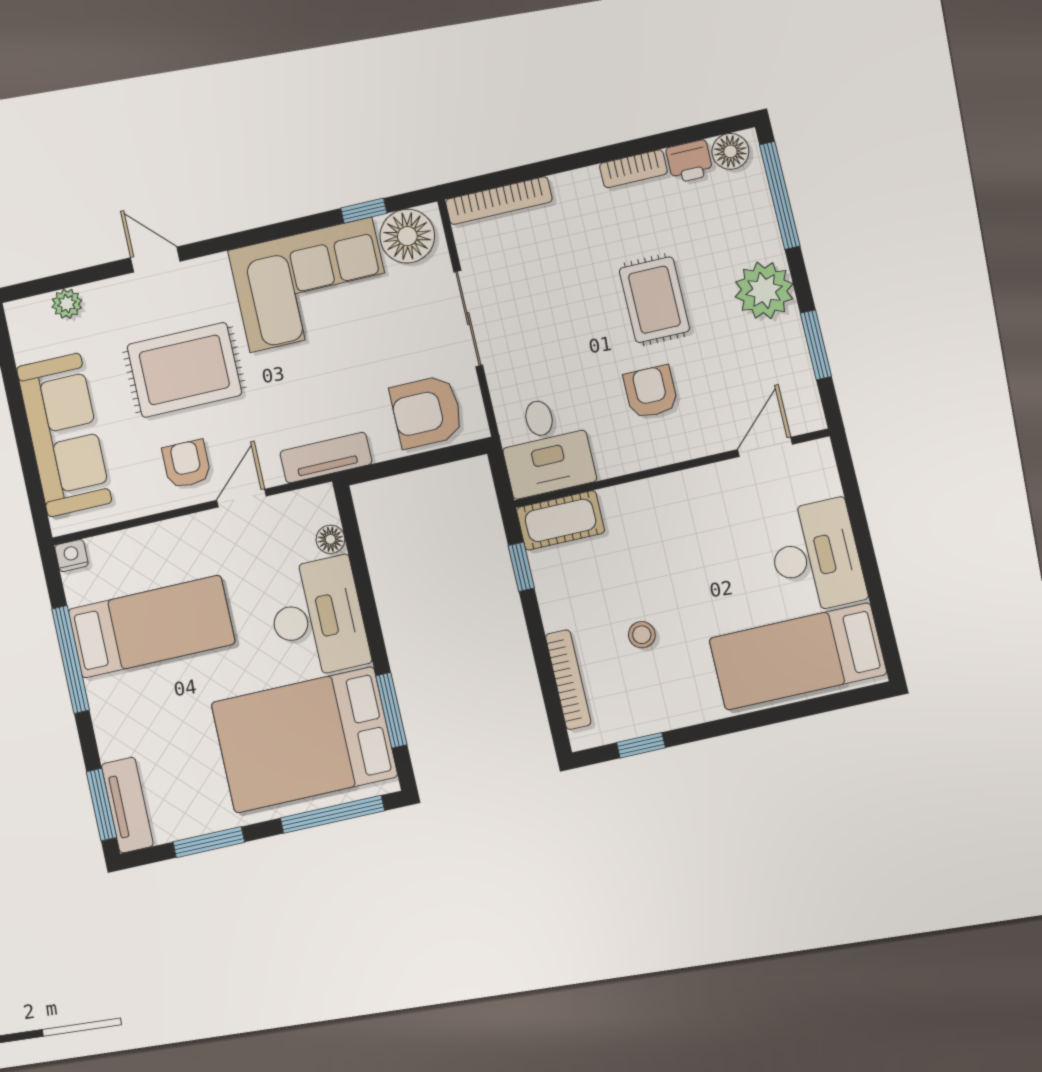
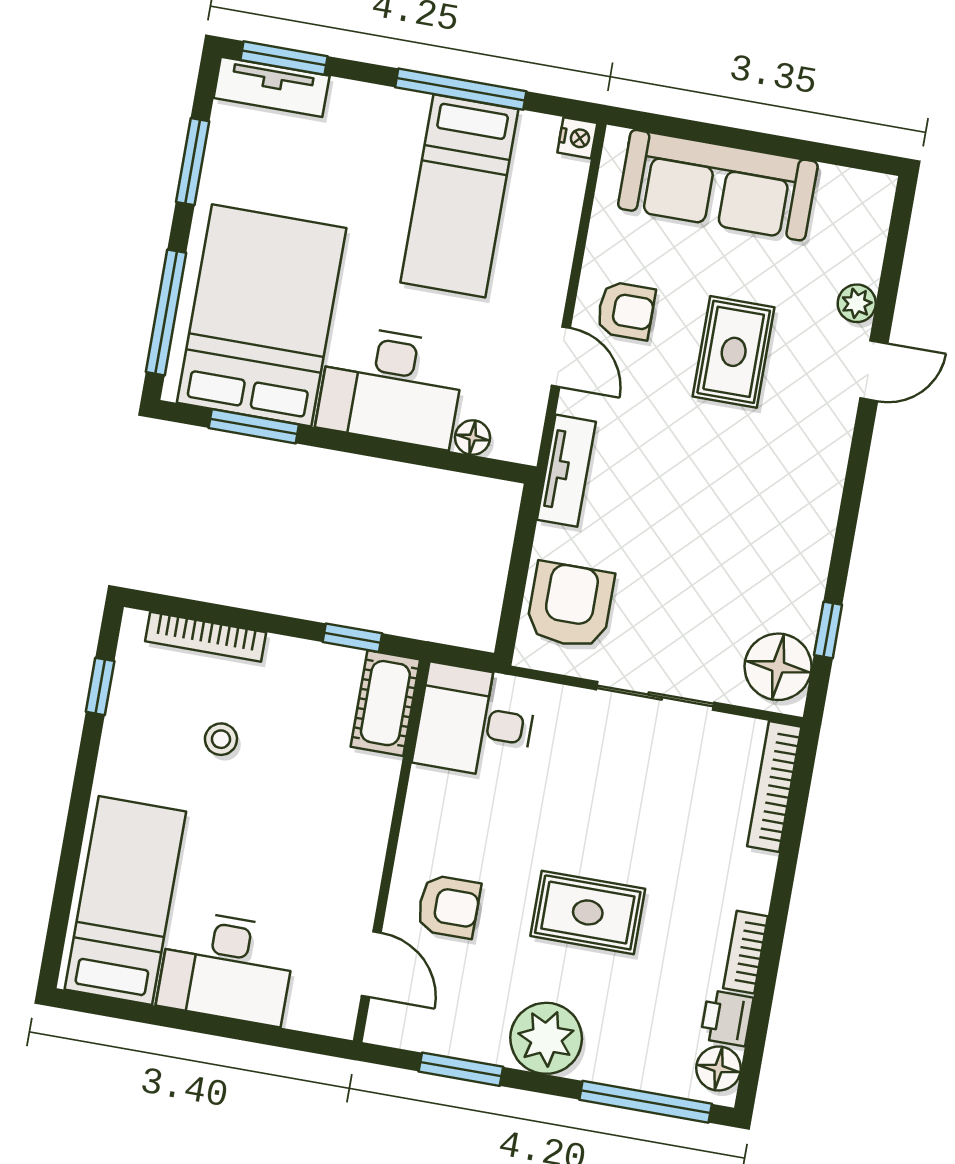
corner sofa: (311, 285) -> (769, 535), removed
plant: (67, 304) -> (857, 303), moved
rug: (184, 370) -> (734, 352), width x0.73, depth x0.70
armchair: (651, 392) -> (449, 907), moved

